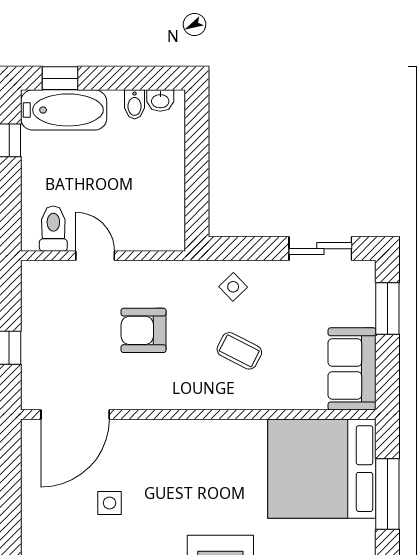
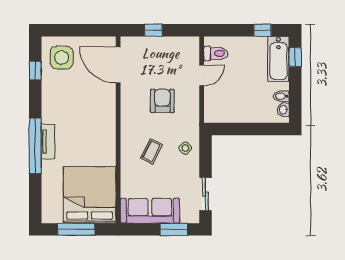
sofa: (352, 369) -> (150, 211), width x1.36
side table: (110, 503) -> (62, 58), moved, width x1.87, depth x1.87

